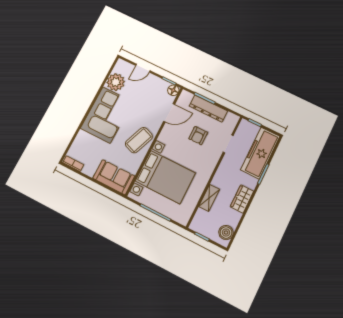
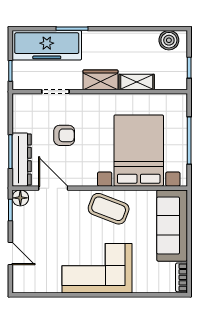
plant: (116, 82) -> (47, 280), removed
dresser: (208, 108) -> (22, 160), moved
sofa: (114, 177) -> (172, 226), width x1.36
wardrobe: (242, 199) -> (100, 80), moved, turned 180

